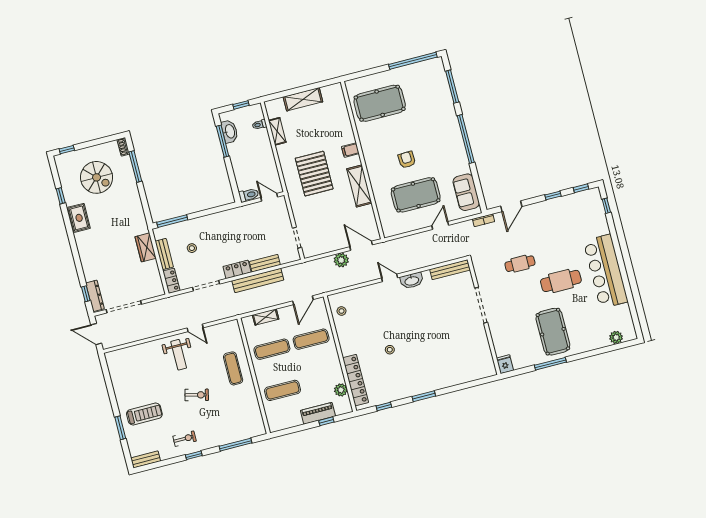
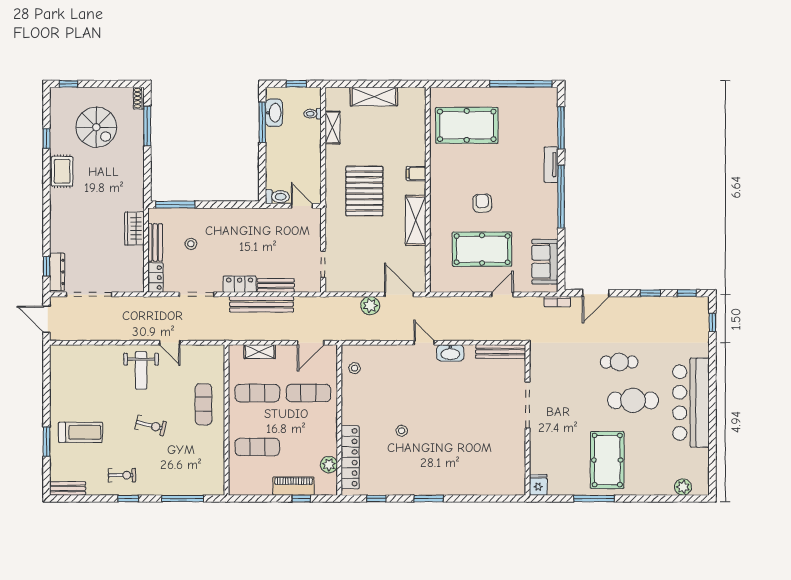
tv unit: (452, 117) -> (551, 165), added
cafe table: (520, 264) -> (619, 362), moved

